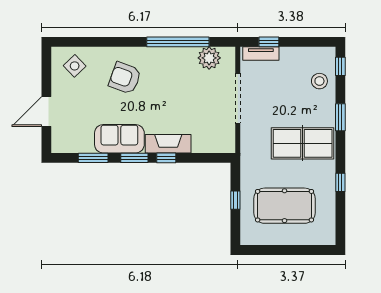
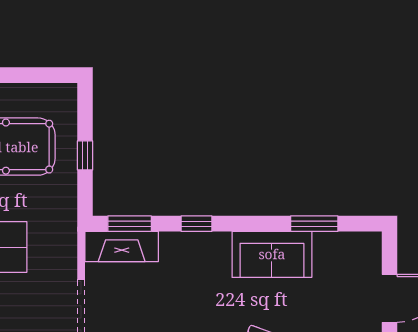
fireplace: (168, 144) -> (122, 246), moved
window: (134, 158) -> (130, 224), moved

